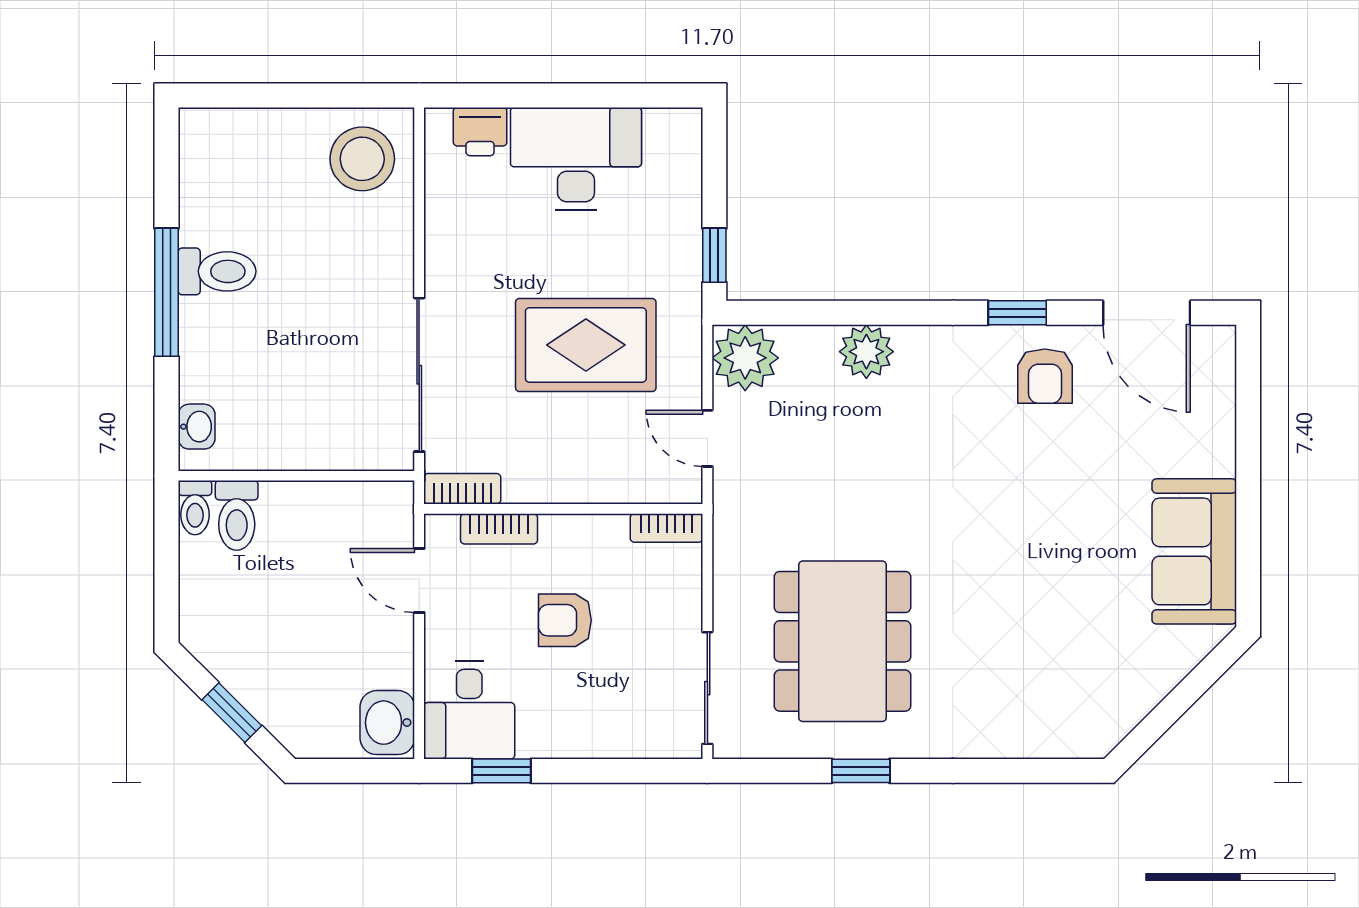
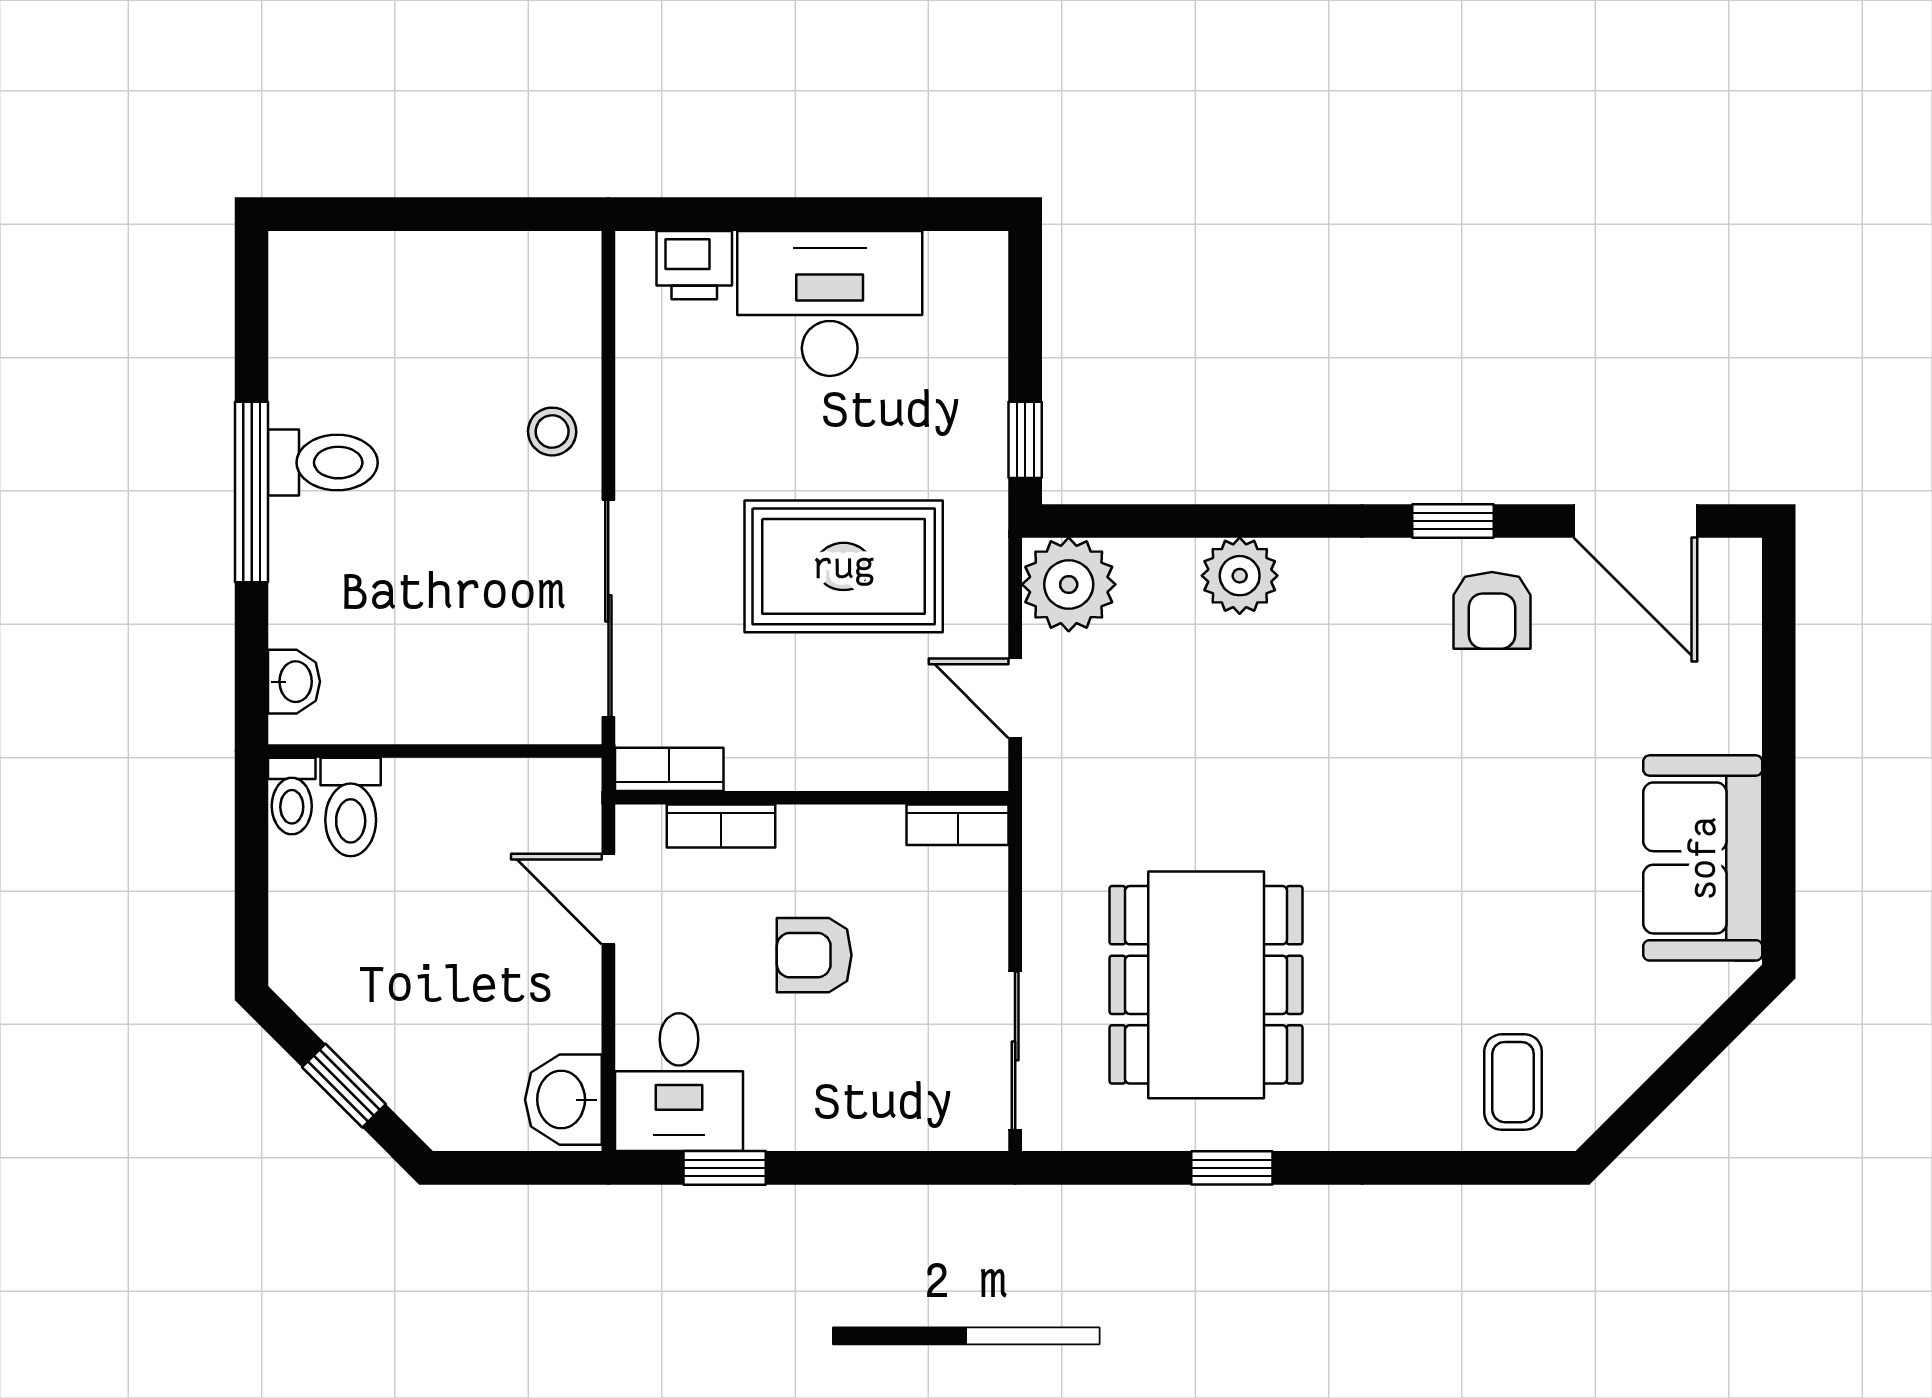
stool: (362, 159) -> (552, 432), moved, width x0.53, depth x0.53
coffee table: (1060, 710) -> (1513, 1082), added

